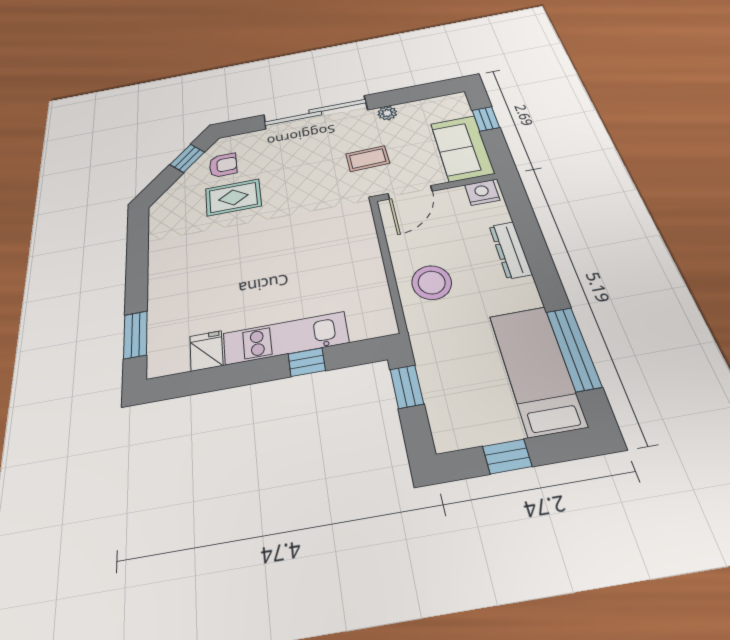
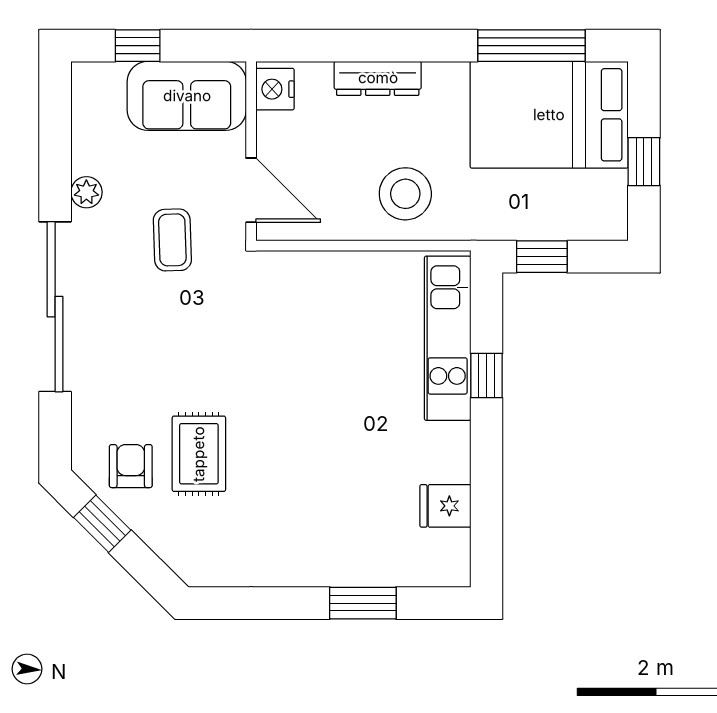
window: (135, 335) -> (363, 603), moved
kitchen unit: (285, 338) -> (448, 338), moved
bed: (537, 369) -> (549, 115), width x1.50

